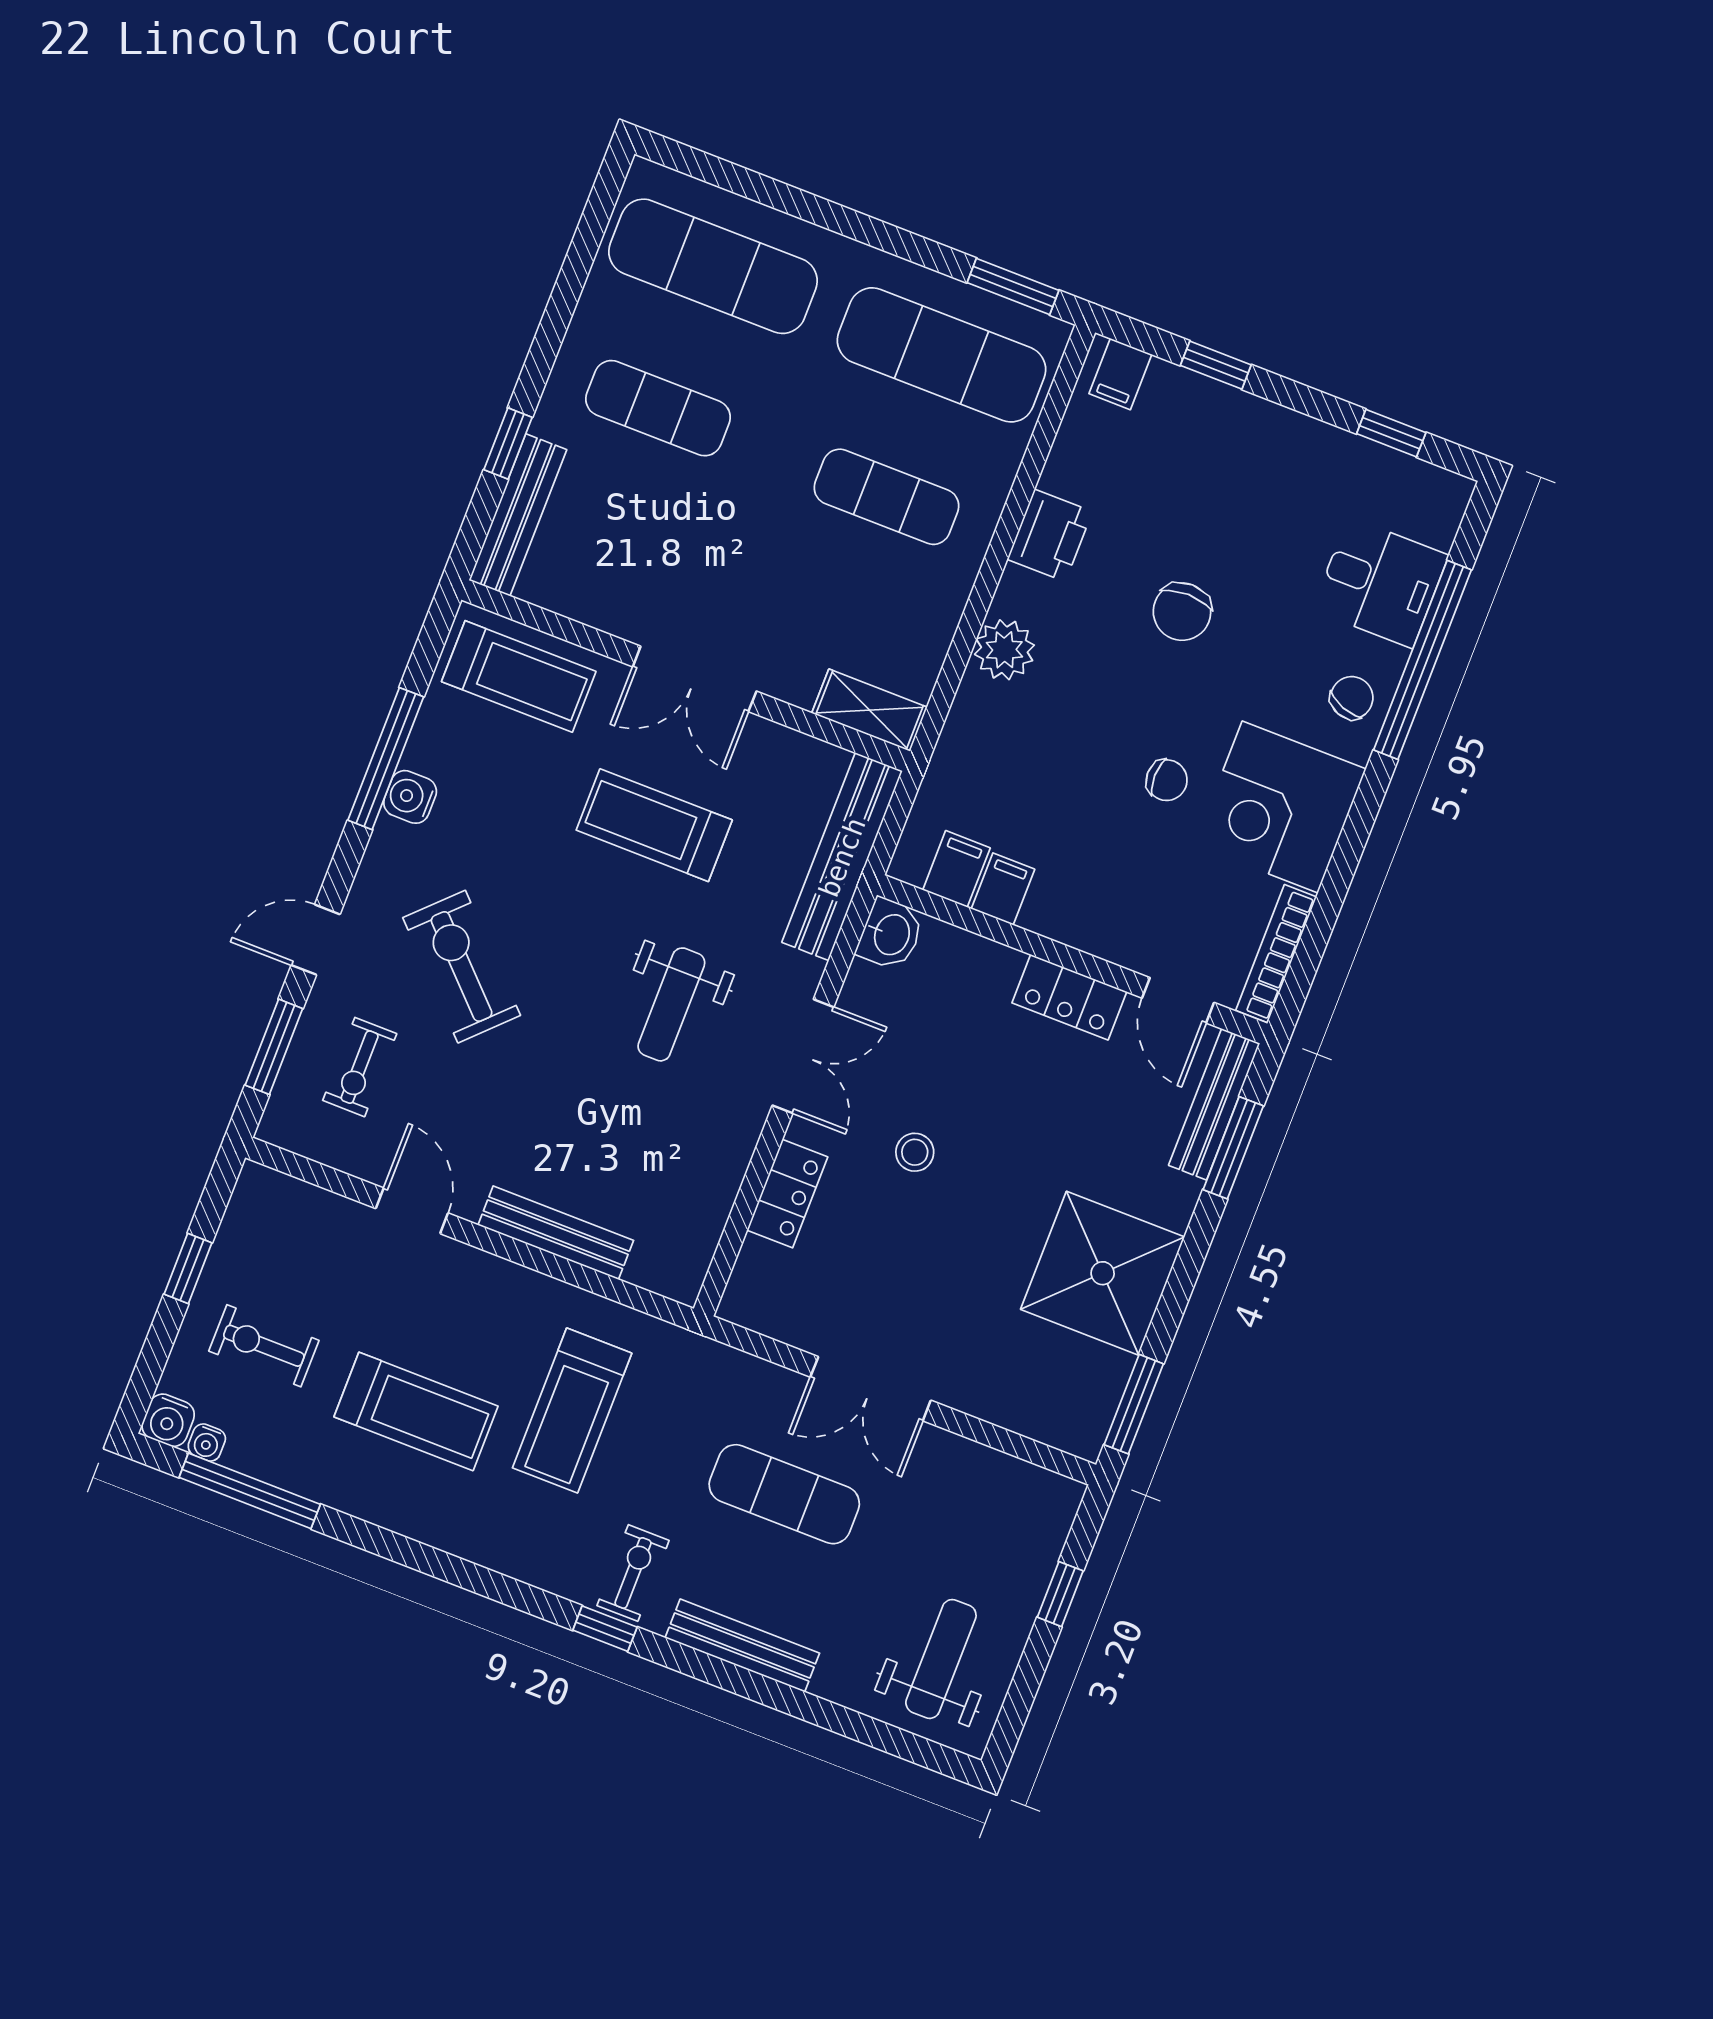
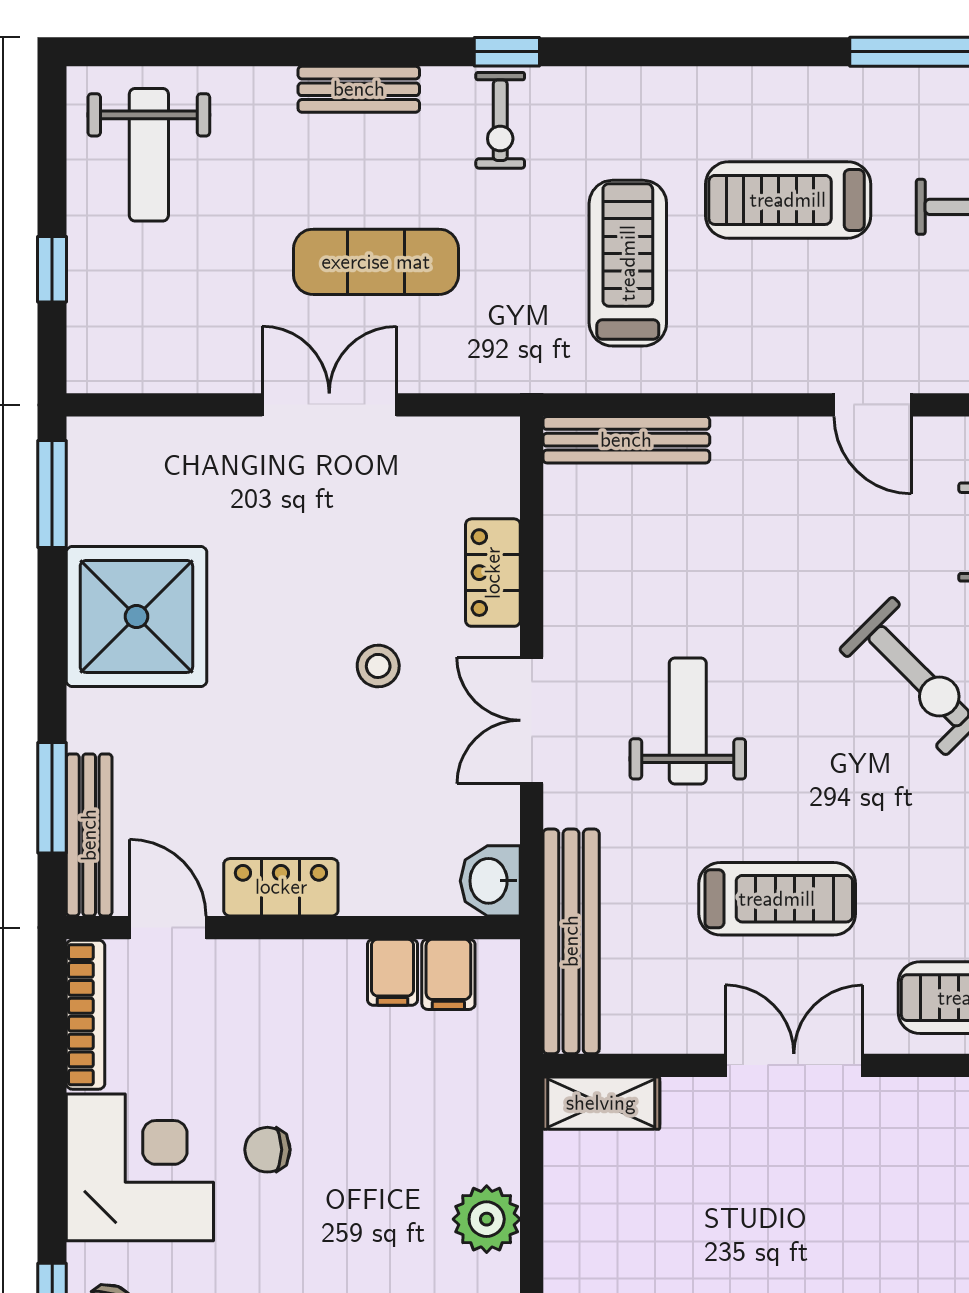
bench: (556, 1233) -> (626, 440), moved
bench: (742, 1646) -> (359, 89), width x0.73

